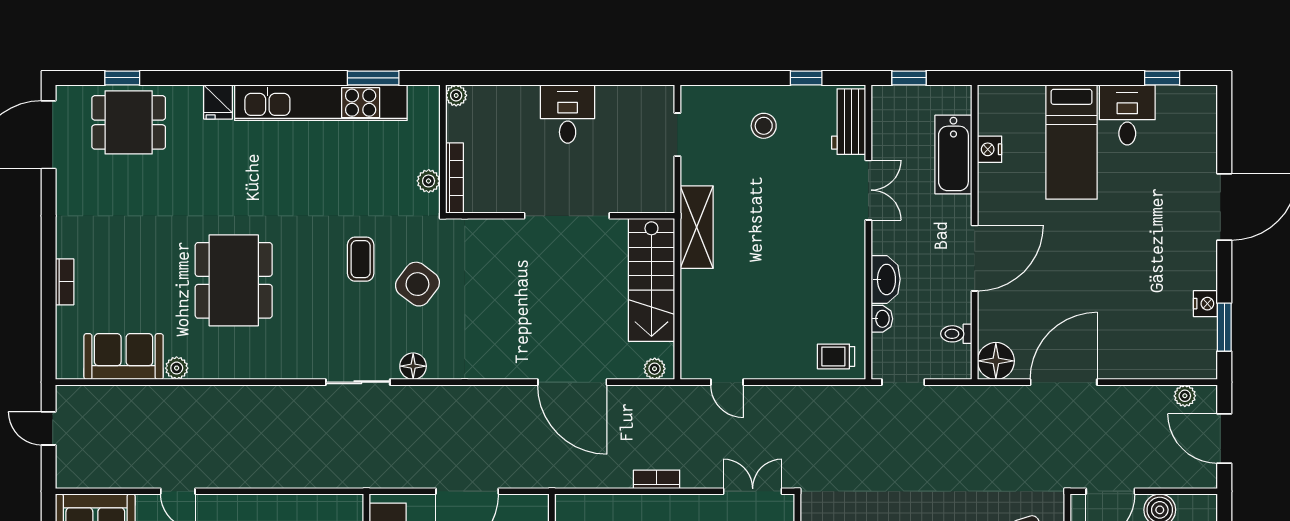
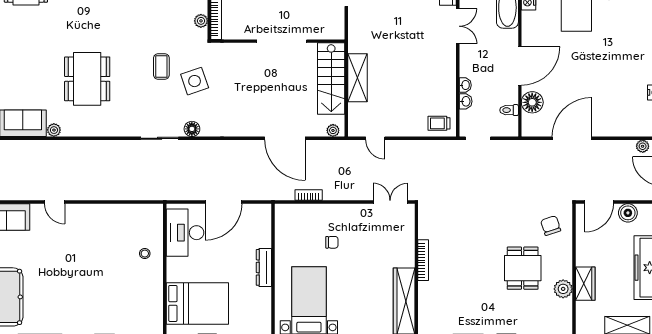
shelving: (697, 227) -> (358, 78), moved
washbasin: (886, 279) -> (465, 85), width x0.52, depth x0.69
side table: (417, 284) -> (195, 81), turned 34
floor lamp: (996, 361) -> (532, 102), moved
bookcase: (657, 479) -> (309, 195), moved

